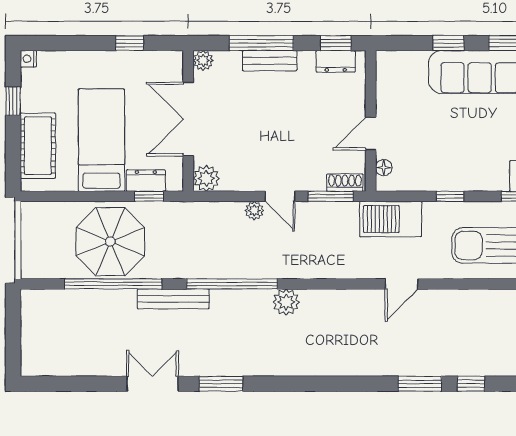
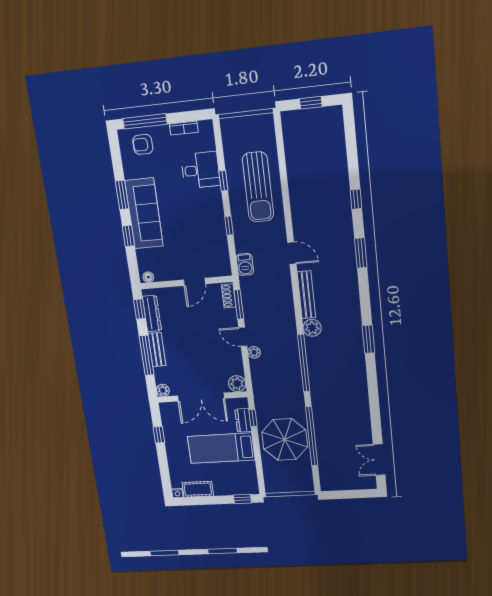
dresser: (336, 61) -> (152, 313), width x1.44
window: (13, 101) -> (242, 499), moved
door: (371, 134) -> (194, 282), hinge flipped
cot: (38, 146) -> (198, 489), moved, width x0.73, depth x0.75
floor lamp: (384, 168) -> (148, 277), moved
door: (280, 196) -> (243, 337), swing flipped
barbecue: (391, 219) -> (245, 264), width x0.53, depth x0.65
bench: (173, 299) -> (306, 295), moved
double door: (152, 384) -> (379, 460), moved
window: (221, 384) -> (368, 339), moved
window: (420, 384) -> (361, 253), moved

